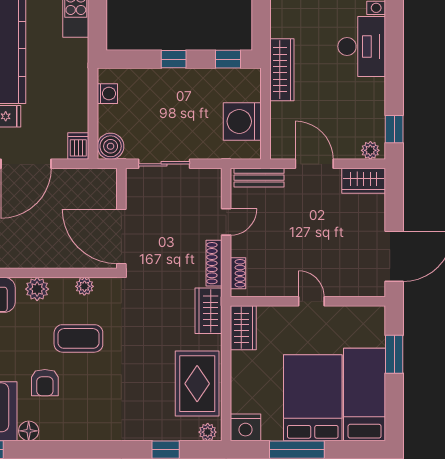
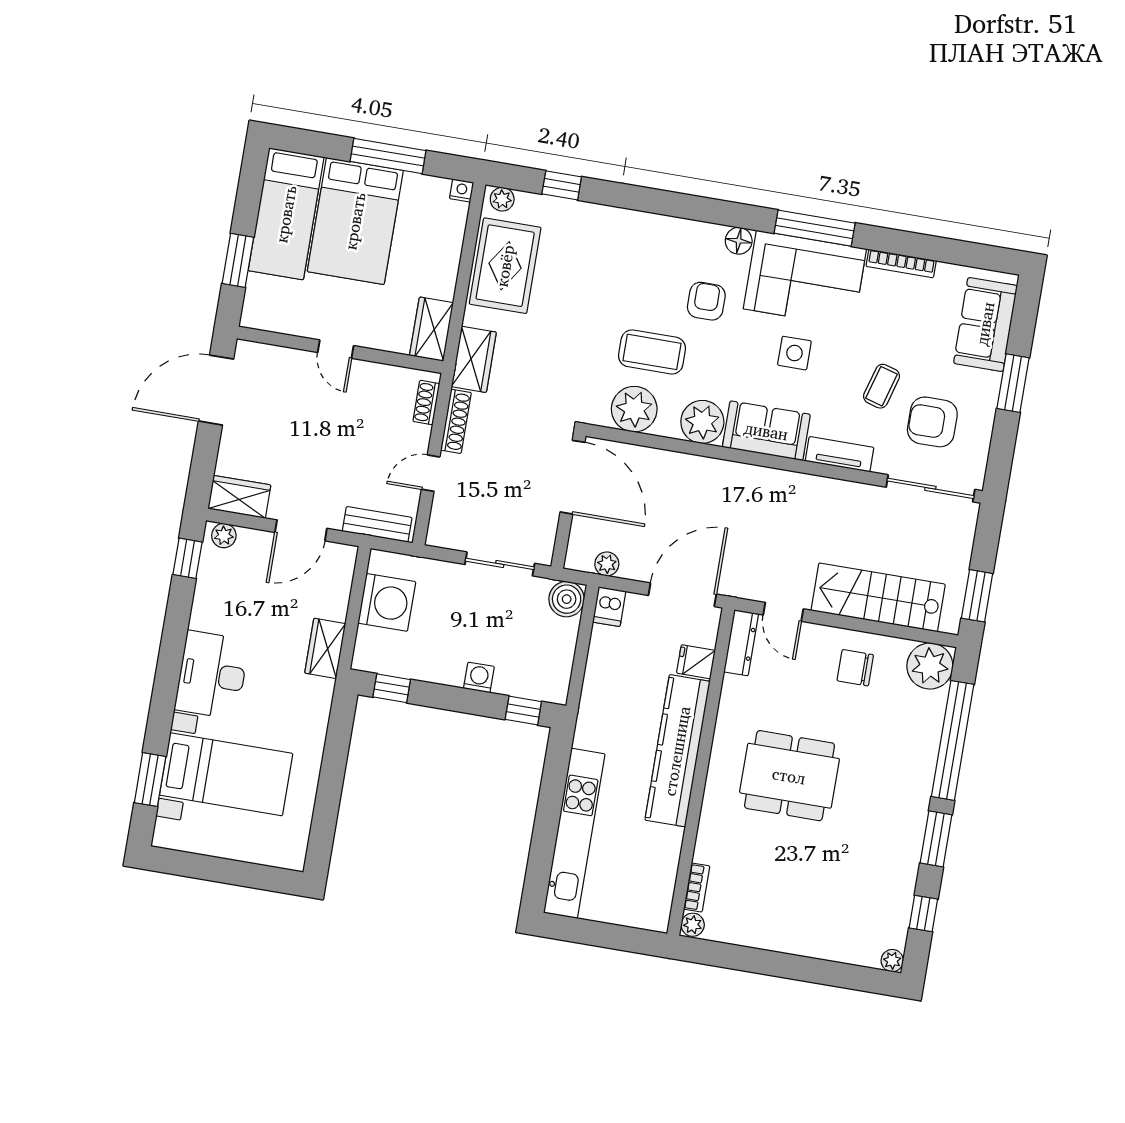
window: (174, 59) -> (523, 710), moved
wardrobe: (282, 70) -> (325, 648), width x0.67
washing machine: (107, 94) -> (479, 677), moved, turned 90
door: (314, 164) -> (301, 530), hinge flipped
plant: (85, 177) -> (607, 564), added
plant: (84, 286) -> (634, 409), width x1.88, depth x1.88
plant: (37, 289) -> (702, 422), width x1.36, depth x1.36
nightstand: (246, 427) -> (462, 191), width x0.53, depth x0.56

